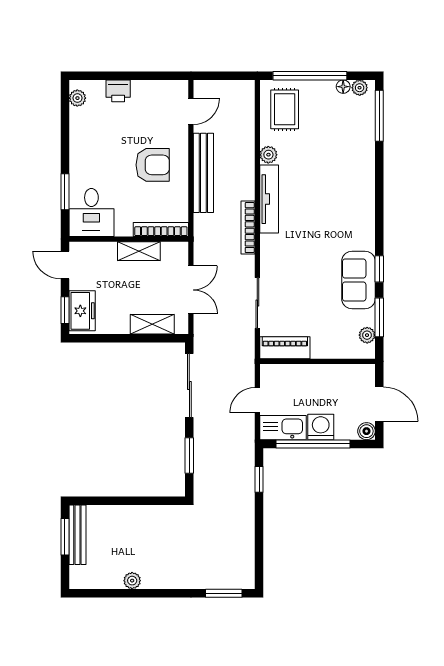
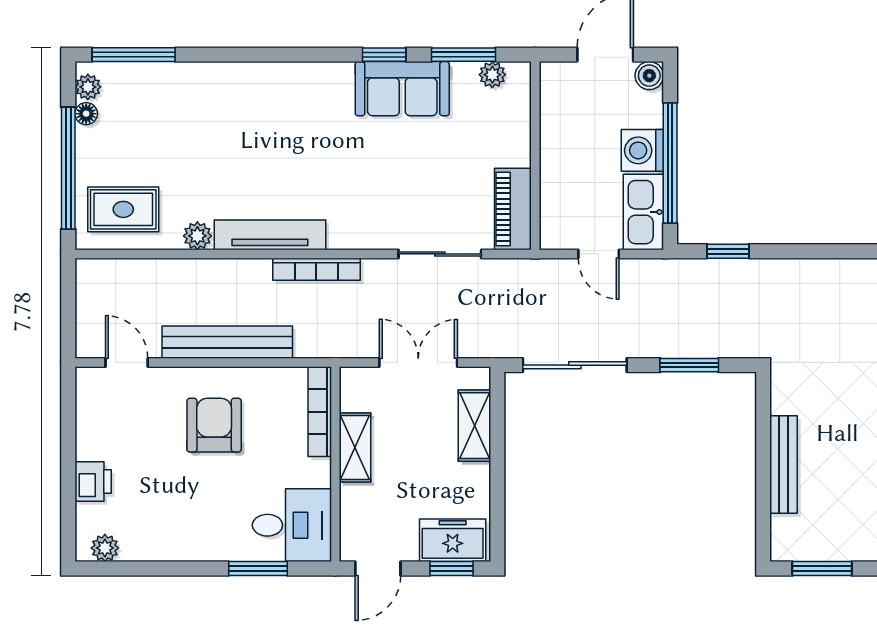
bench: (77, 535) -> (784, 465), moved, turned 90

